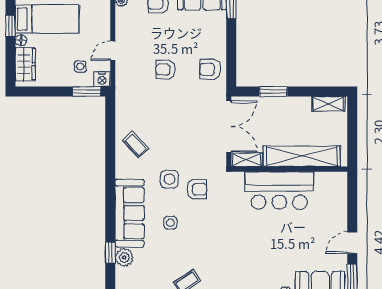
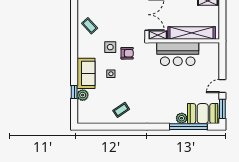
sofa: (130, 213) -> (86, 73), width x0.73

